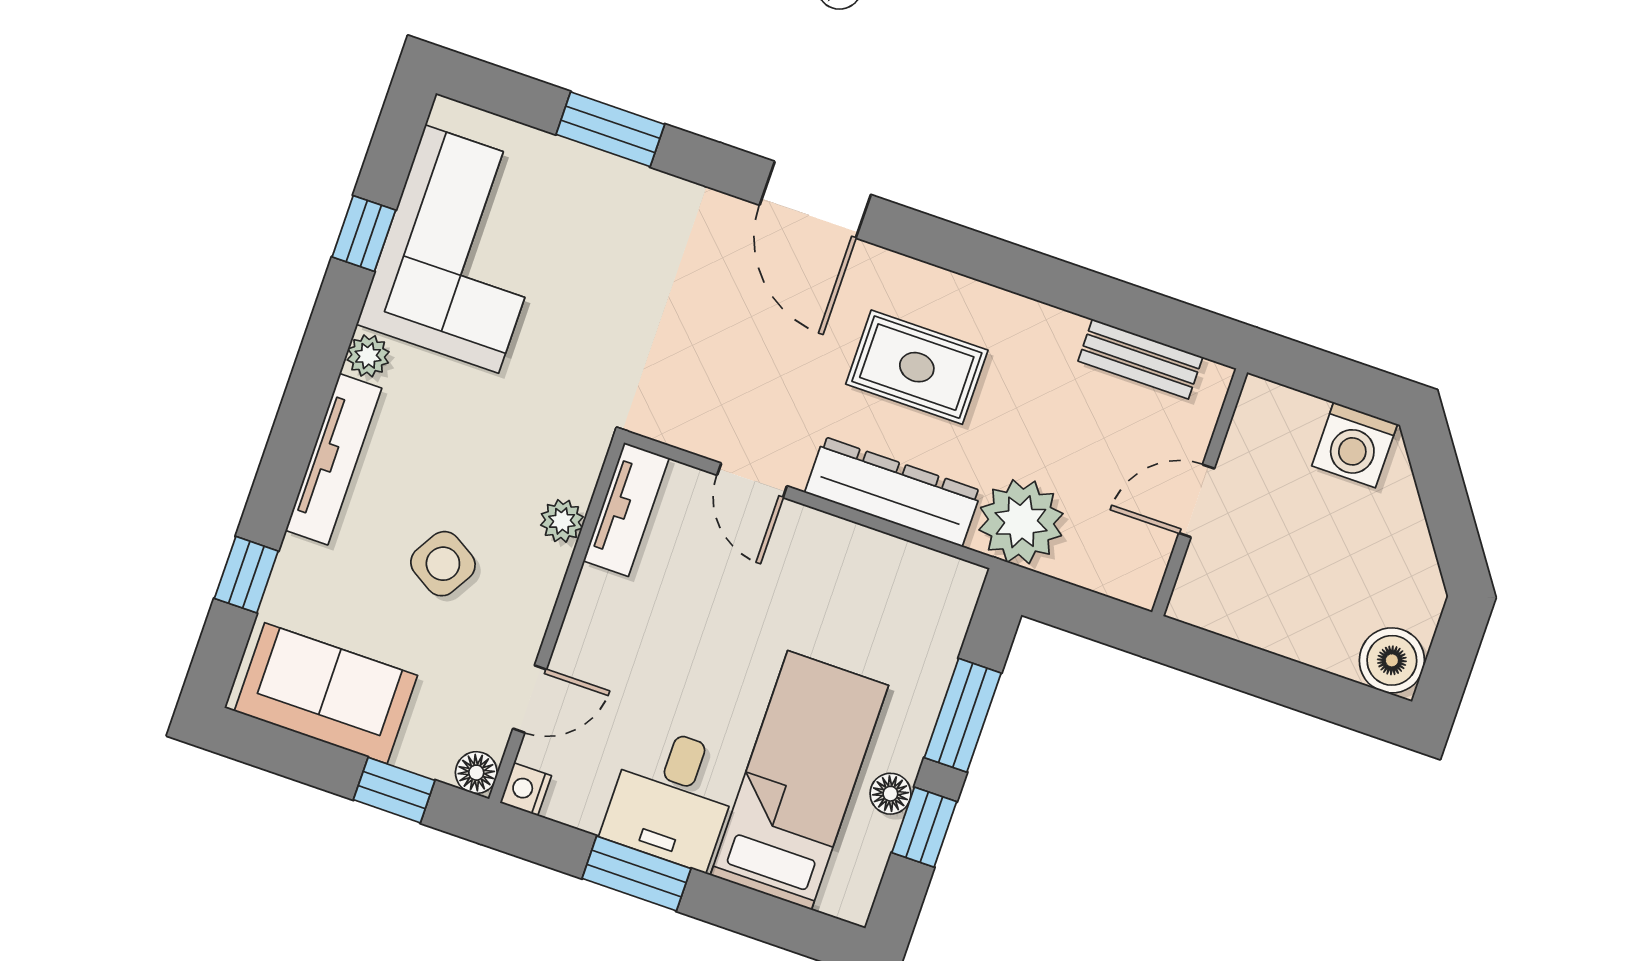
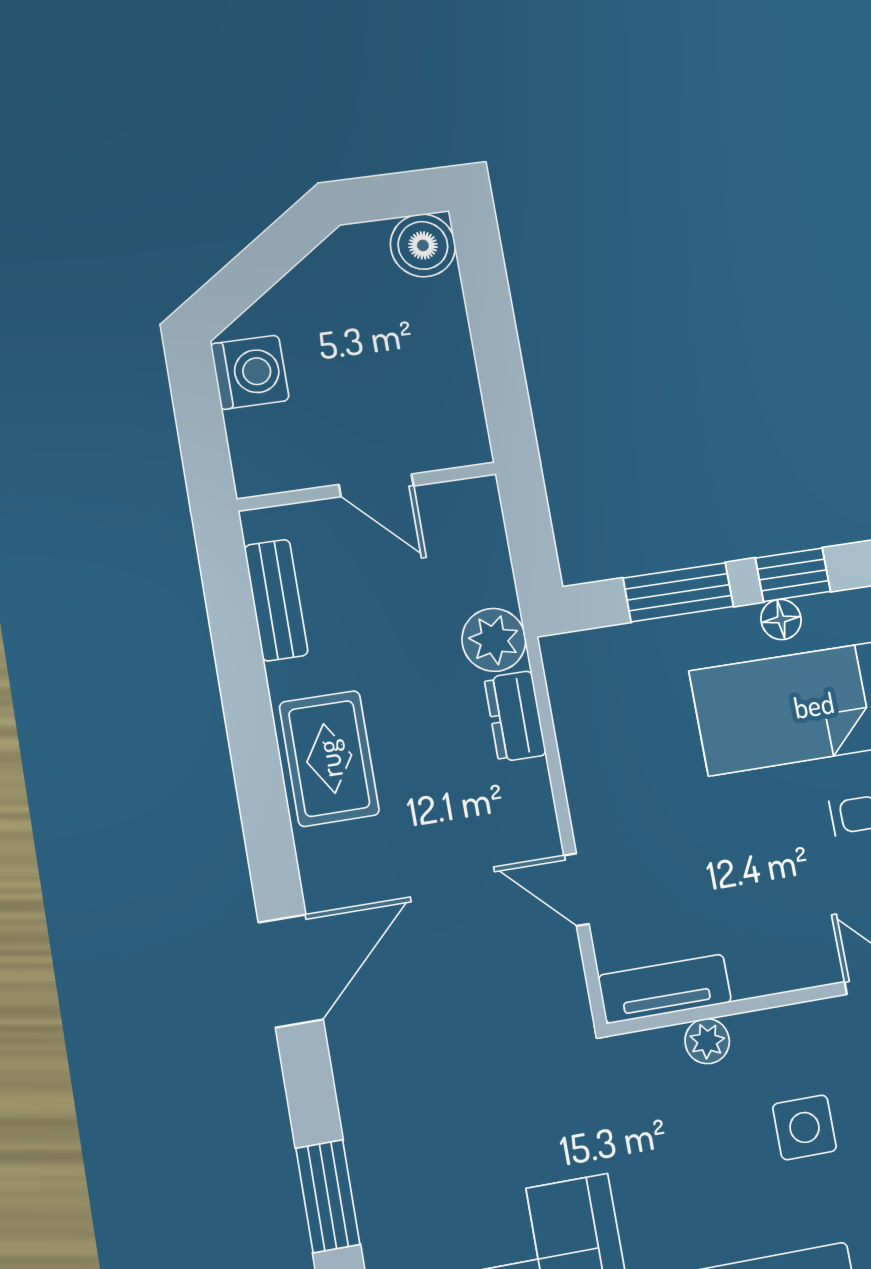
rug: (917, 367) -> (329, 759), moved
door: (752, 480) -> (576, 890), swing flipped
dresser: (893, 492) -> (515, 716), width x0.51, depth x0.80
plant: (1021, 522) -> (494, 640), width x0.73, depth x0.73
side table: (443, 564) -> (805, 1127), turned -31

